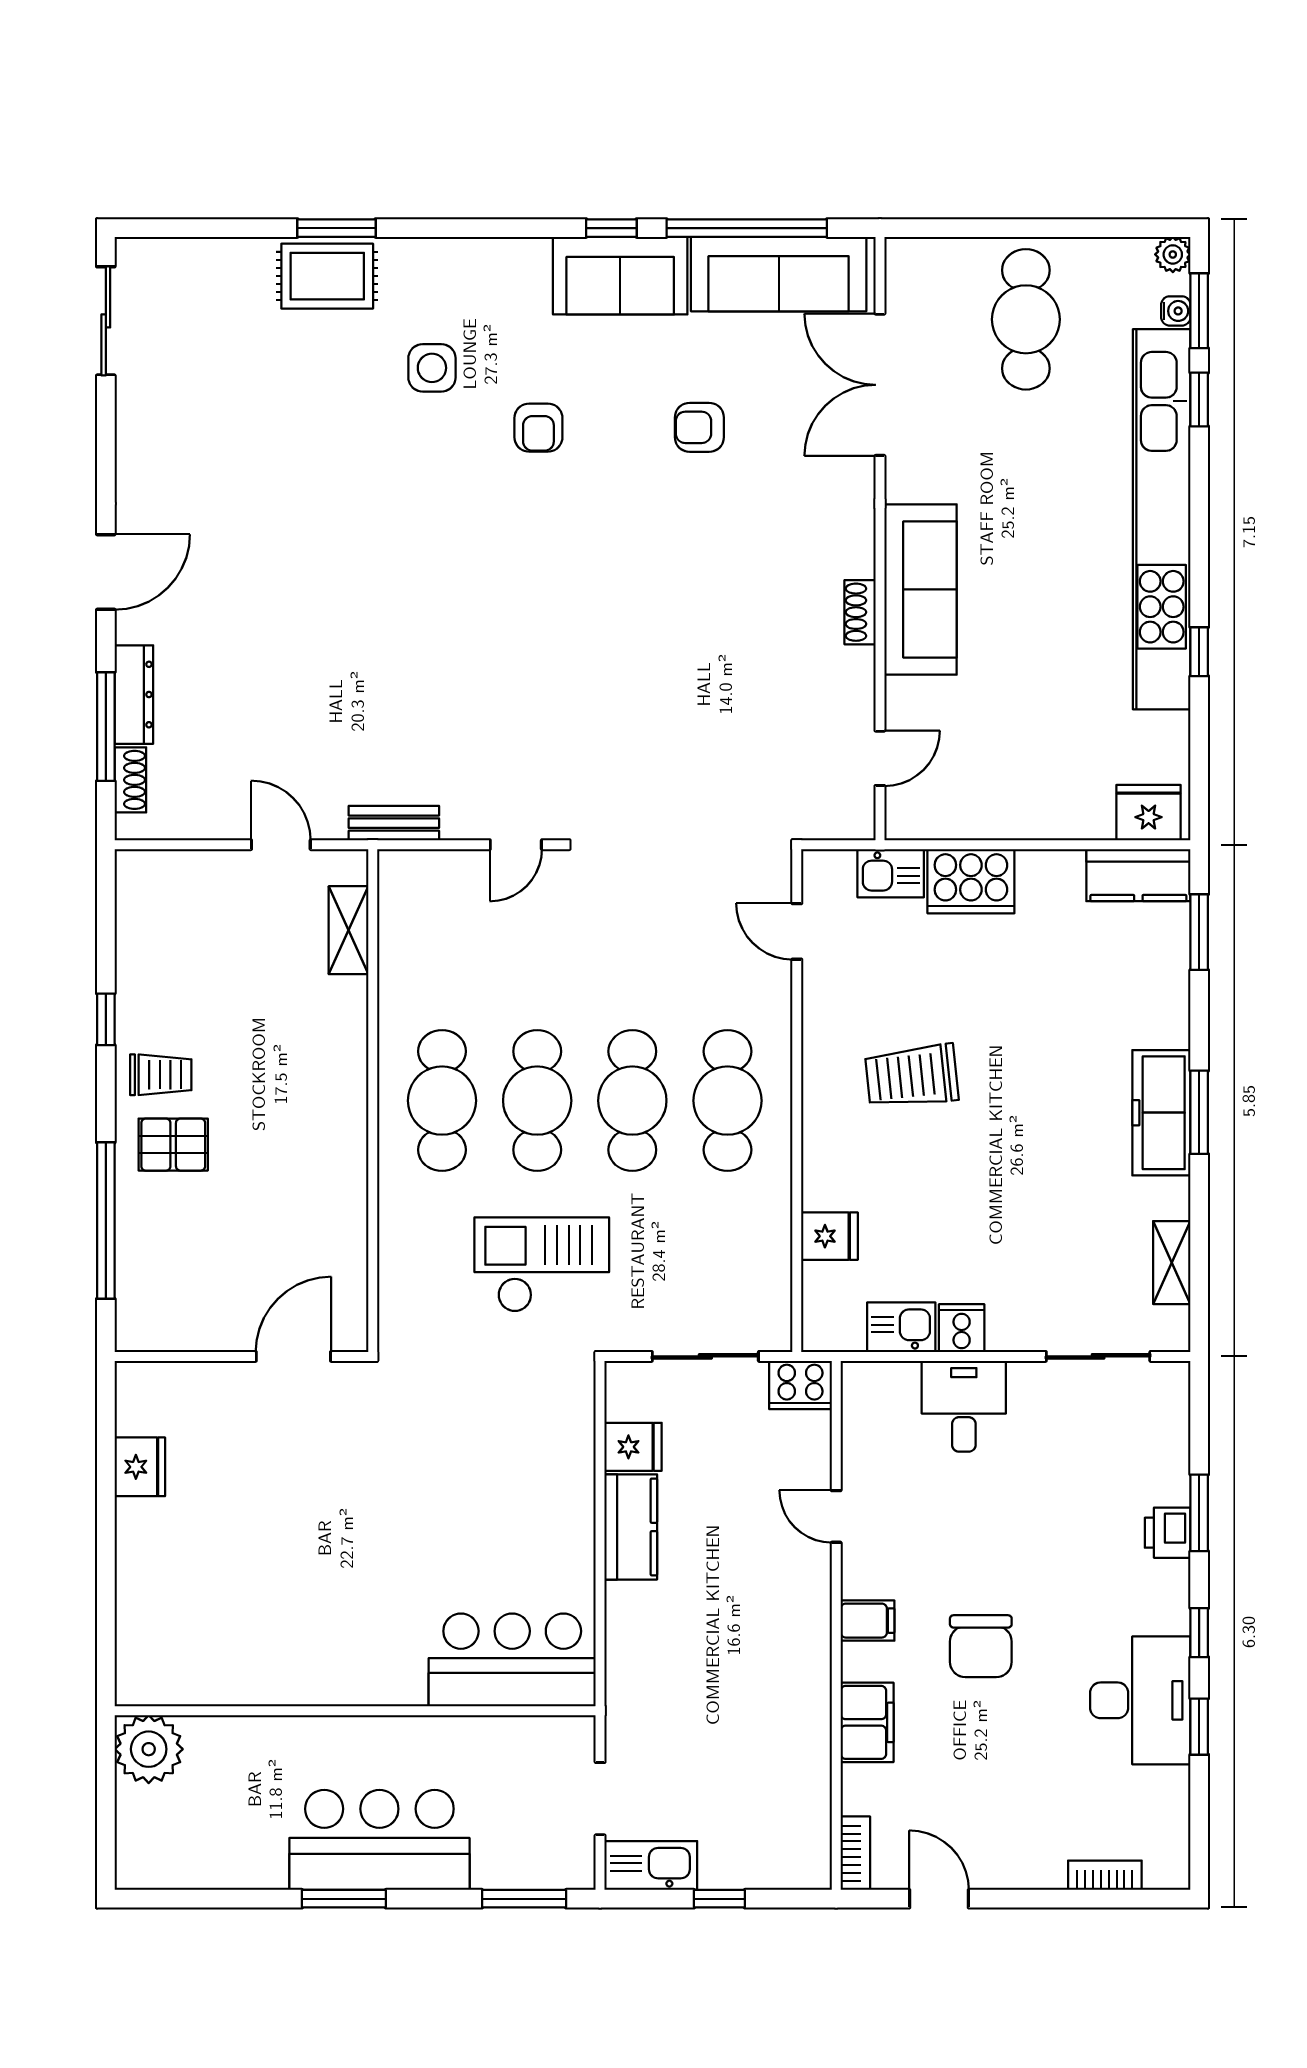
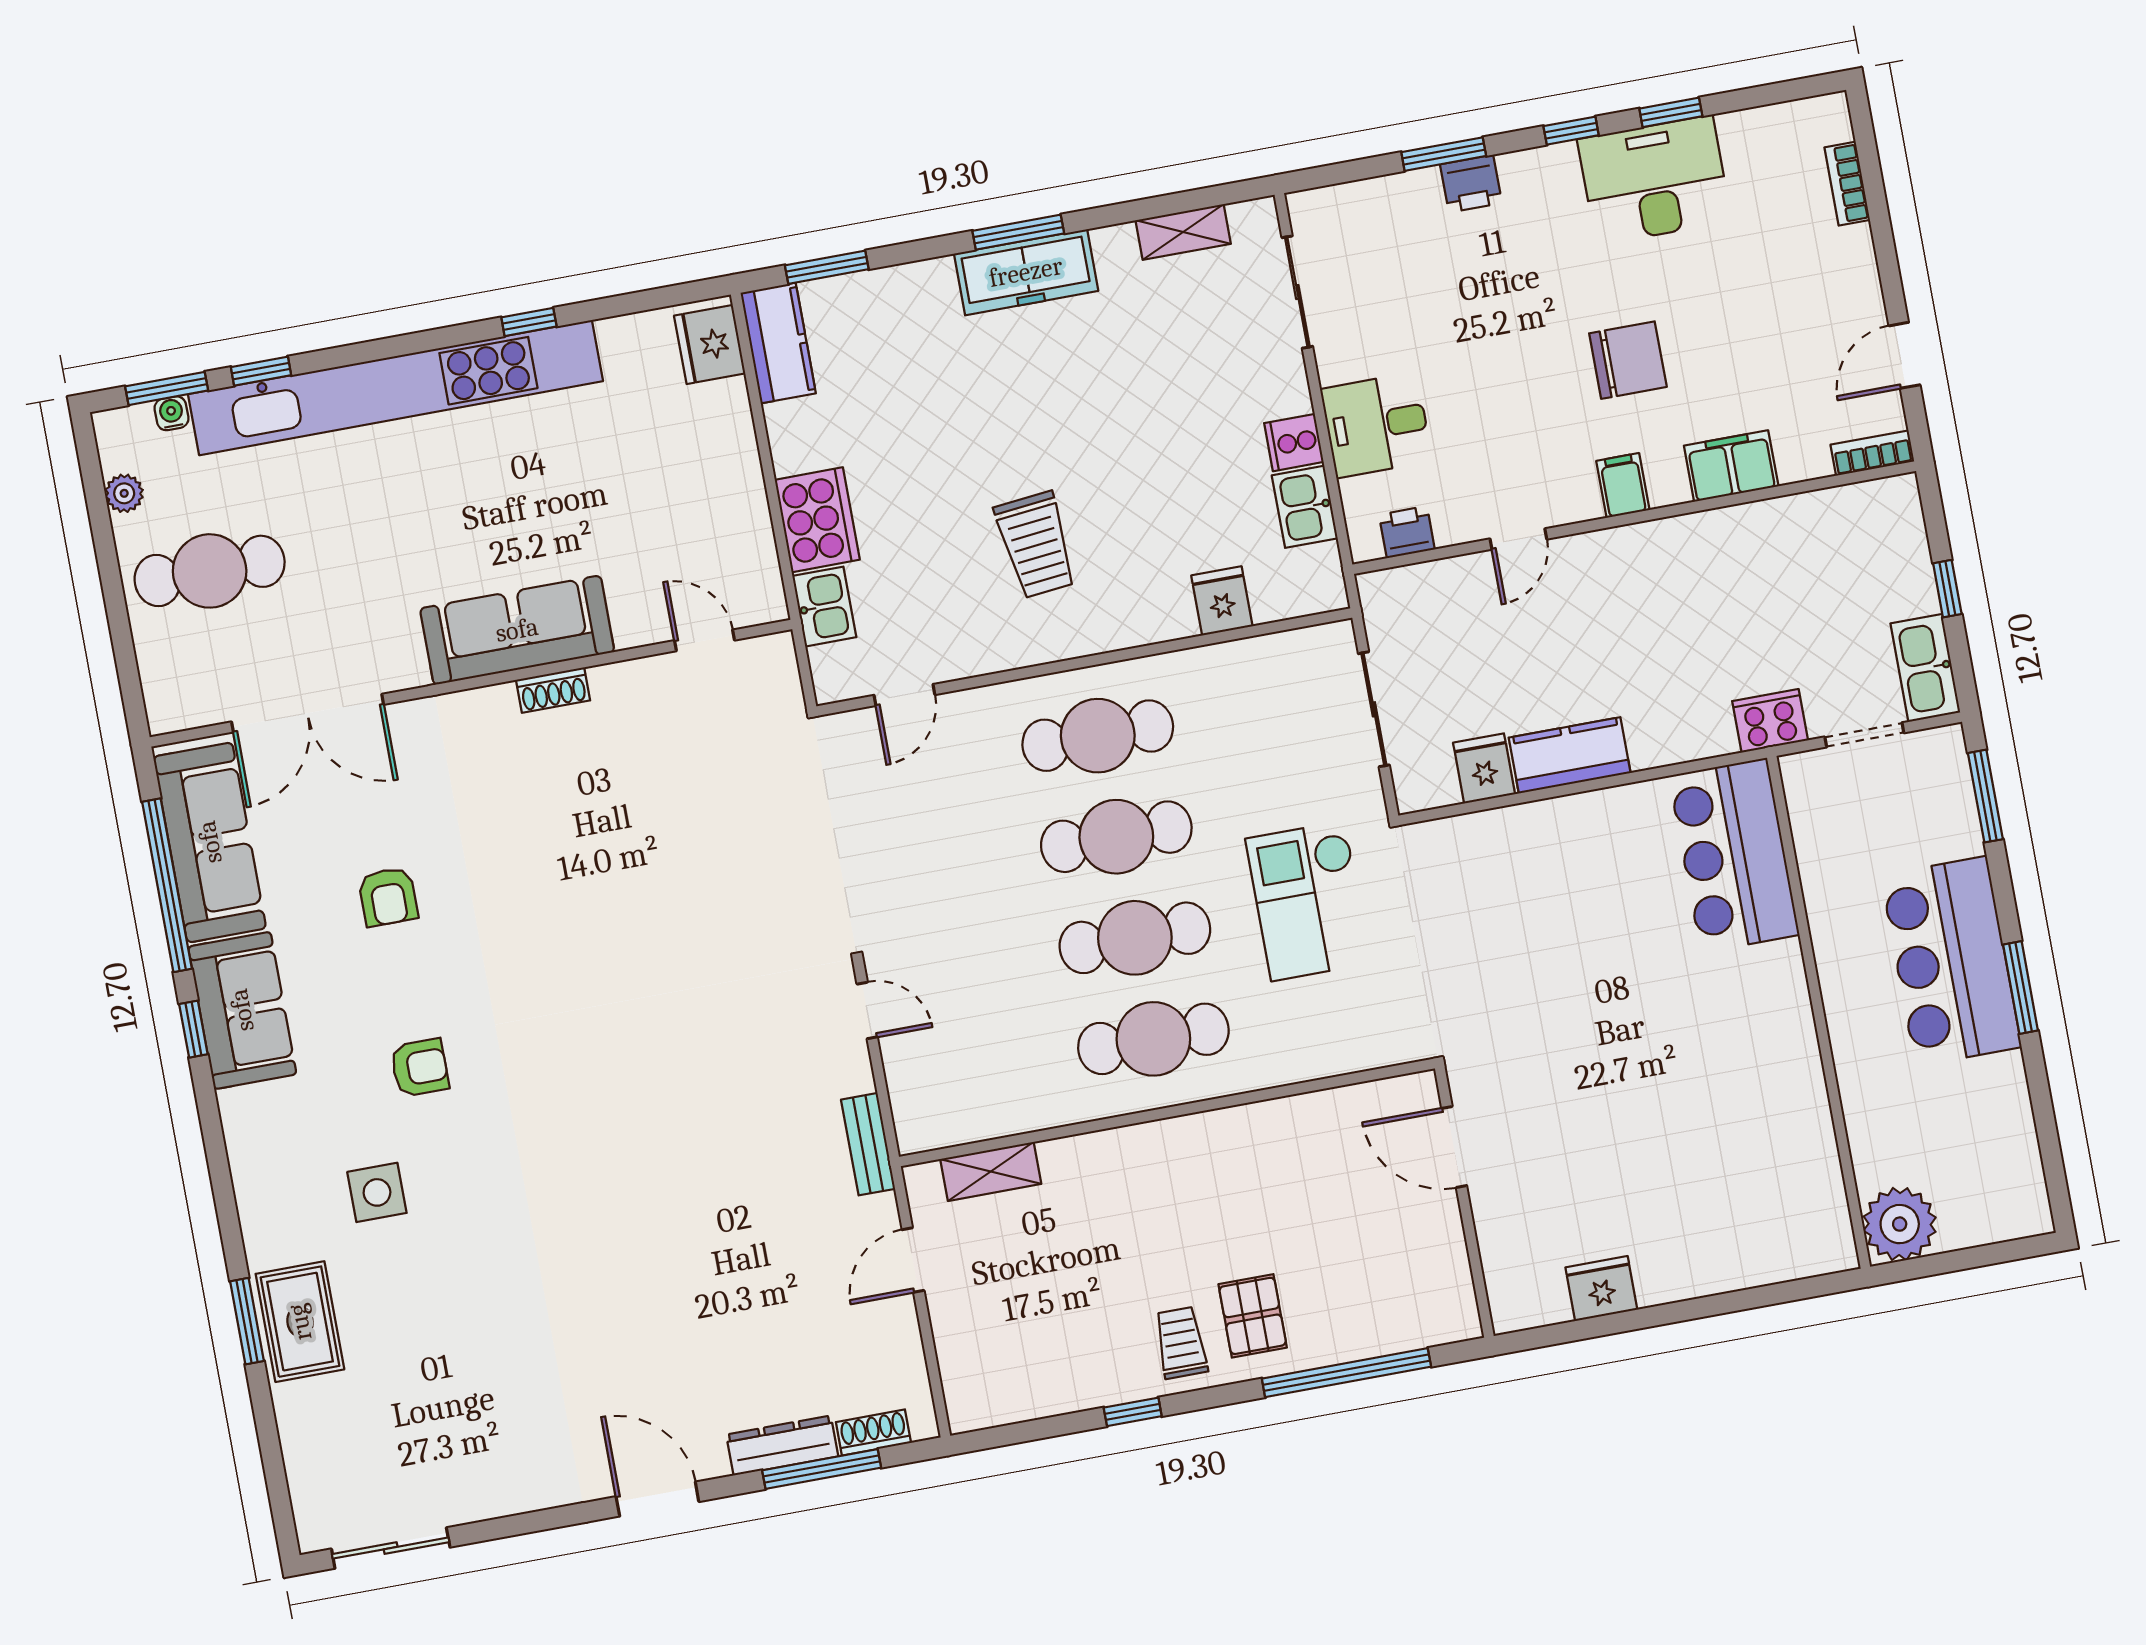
plant: (1173, 254) -> (124, 493), moved
cooker: (801, 1385) -> (1770, 721), moved, turned -90
printer: (861, 1416) -> (1407, 532), added

